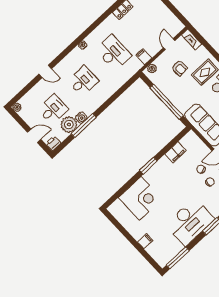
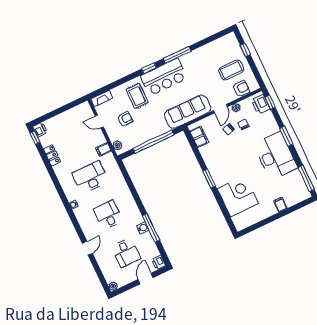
desk: (53, 109) -> (126, 252), turned 180
plant: (69, 125) -> (146, 242), removed
filing cabinet: (176, 152) -> (199, 137), moved

